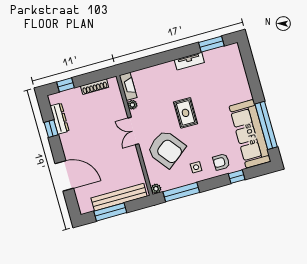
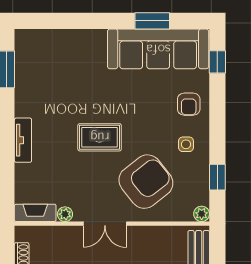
tv unit: (189, 61) -> (23, 140), moved
window: (266, 125) -> (152, 21), width x0.47
window: (237, 177) -> (217, 62), moved
window: (181, 192) -> (217, 177), width x0.46

